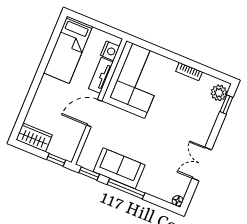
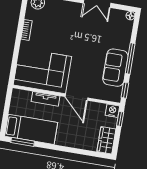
window: (55, 36) -> (23, 142), added
nightstand: (110, 51) -> (112, 111), moved

